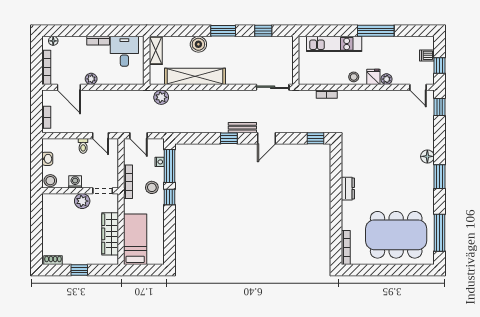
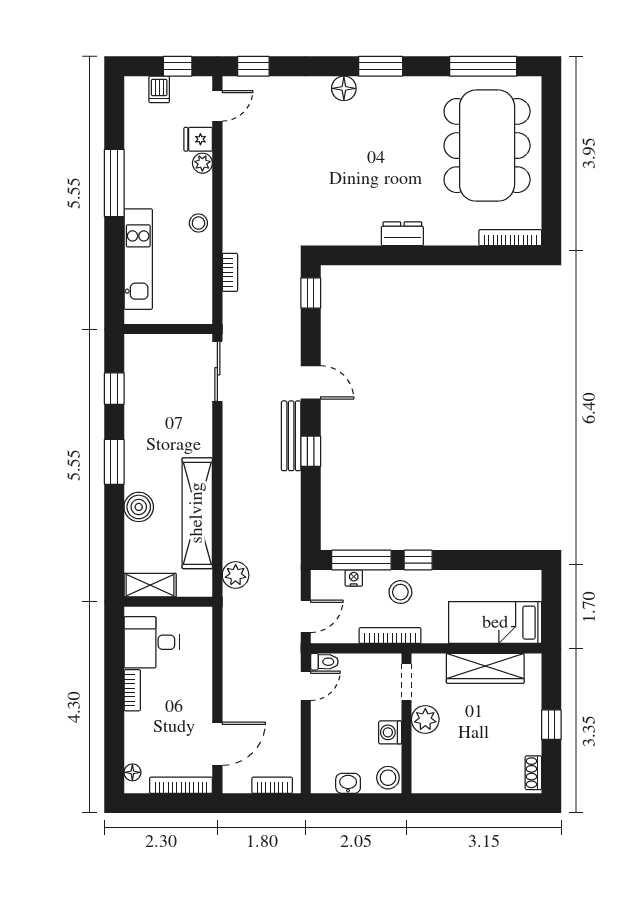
fridge: (373, 77) -> (198, 139), moved
plant: (91, 79) -> (202, 703), removed
bench: (242, 128) -> (291, 436), width x1.36
toilet: (83, 146) -> (324, 662), moved

